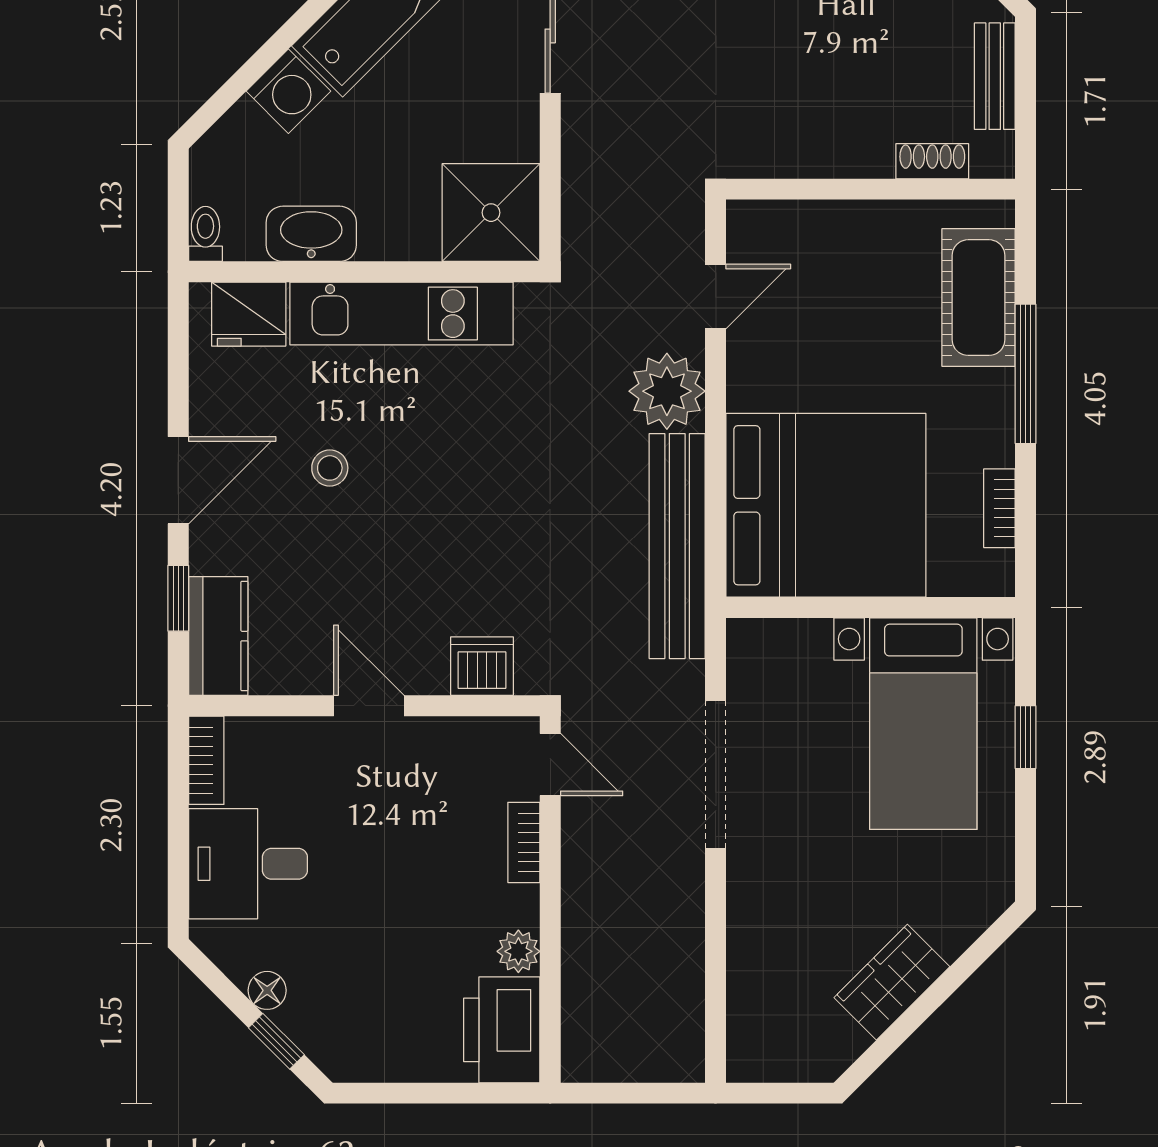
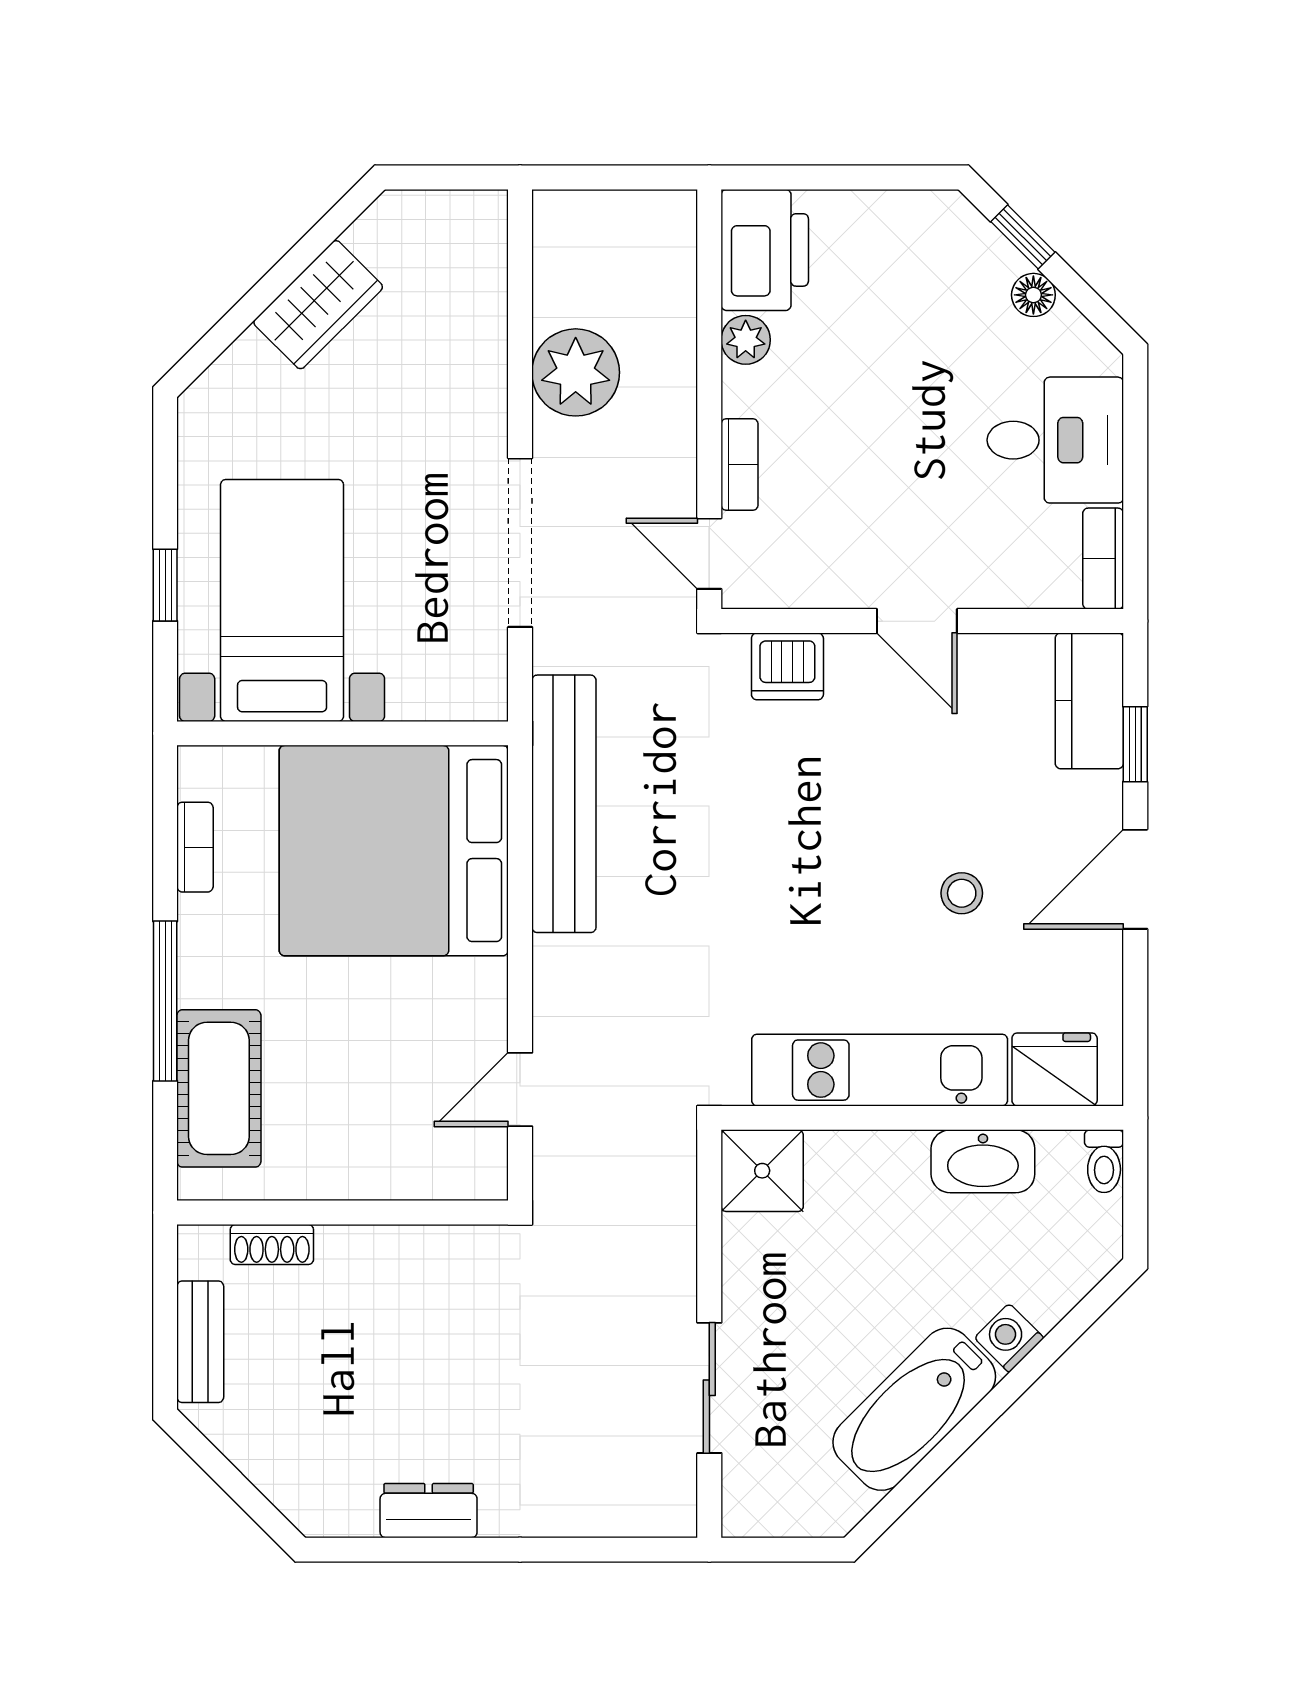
washing machine: (288, 91) -> (1009, 1338), width x0.73, depth x0.73
shower: (491, 213) -> (762, 1171), width x0.73, depth x0.73
plant: (667, 391) -> (576, 372), moved

